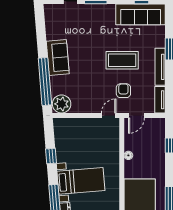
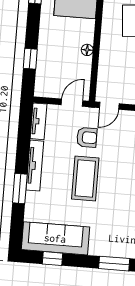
coffee table: (122, 60) -> (85, 179), turned 90
armchair: (123, 91) -> (87, 137), turned -90

